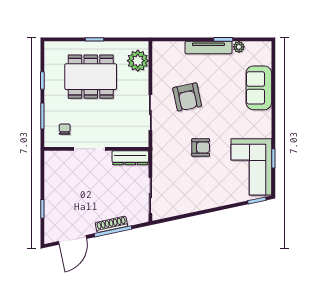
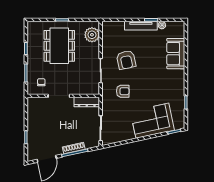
dining table: (91, 77) -> (59, 46), turned 90
armchair: (201, 147) -> (123, 91), moved
corner sofa: (251, 167) -> (152, 121), moved, turned 78

